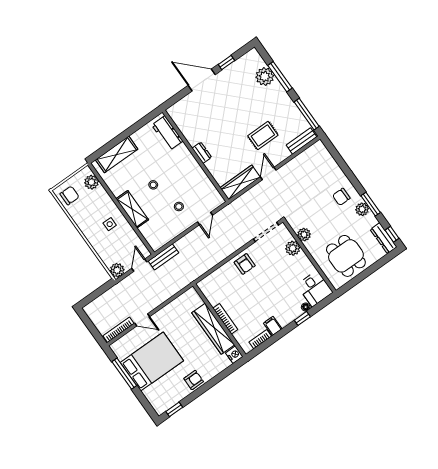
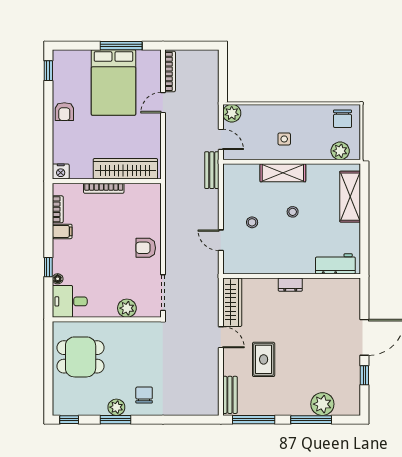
plant: (304, 235) -> (133, 330), removed
dresser: (384, 238) -> (71, 408), removed
wardrobe: (213, 329) -> (125, 169), moved

